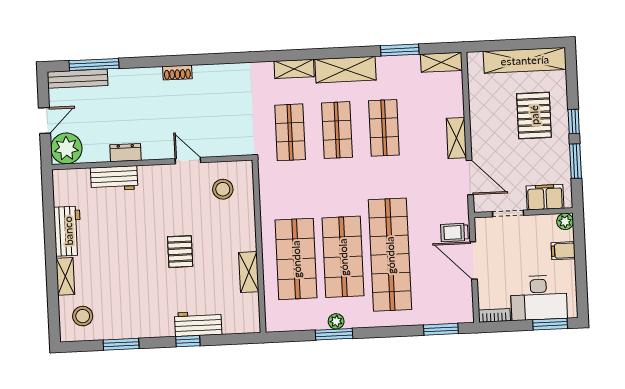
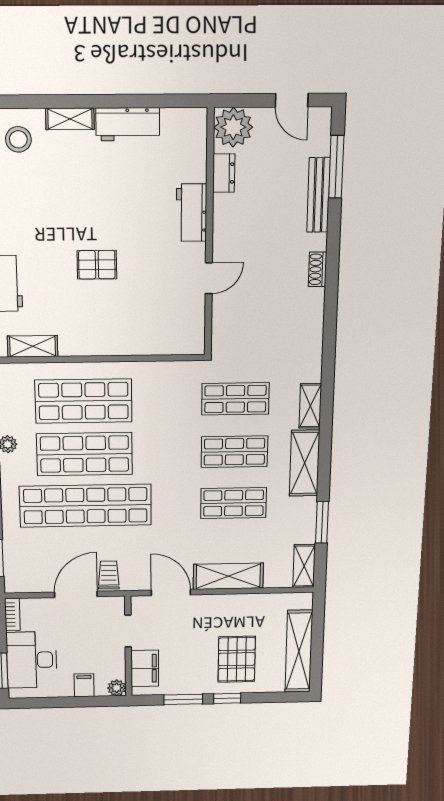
bench: (78, 79) -> (318, 195), moved
pallet: (534, 115) -> (237, 659), turned 90
door: (45, 121) -> (292, 100), moved
shelving: (456, 138) -> (228, 576), width x1.50, depth x1.33
dresser: (126, 153) -> (224, 173), moved
workbench: (114, 178) -> (192, 213), moved
door: (470, 178) -> (171, 592), swing flipped
stool: (223, 189) -> (171, 319), removed
shelving: (249, 272) -> (33, 346), moved

